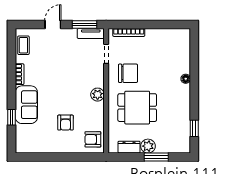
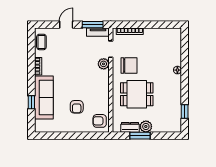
plant: (98, 95) -> (104, 64), moved
sofa: (26, 105) -> (44, 98), width x1.36
window: (156, 157) -> (140, 136), moved

